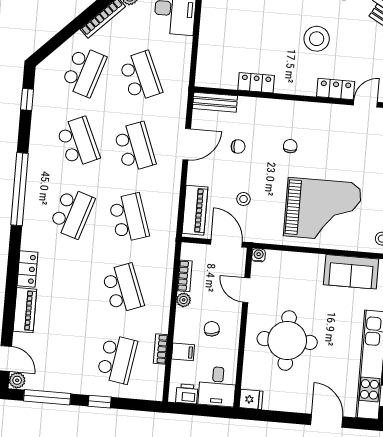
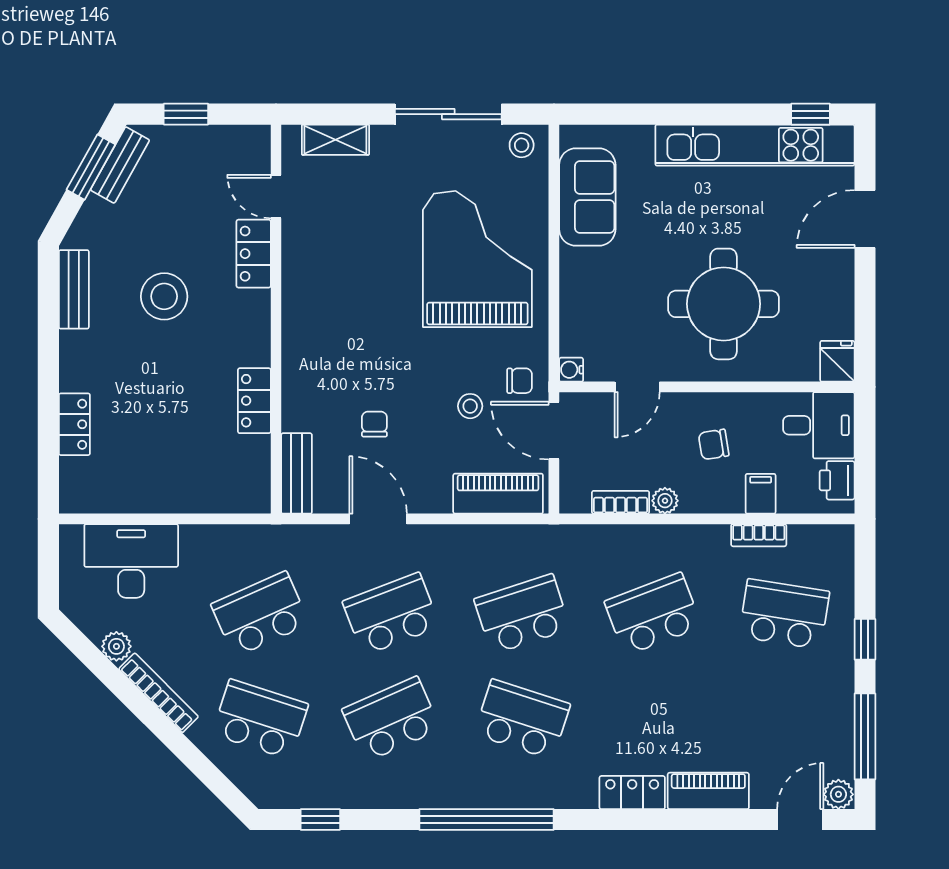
chair: (290, 146) -> (520, 381), moved, turned 180
door: (226, 243) -> (554, 431), hinge flipped

